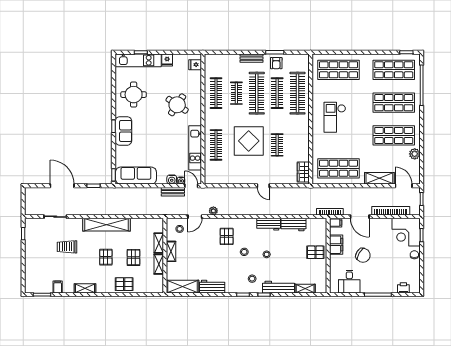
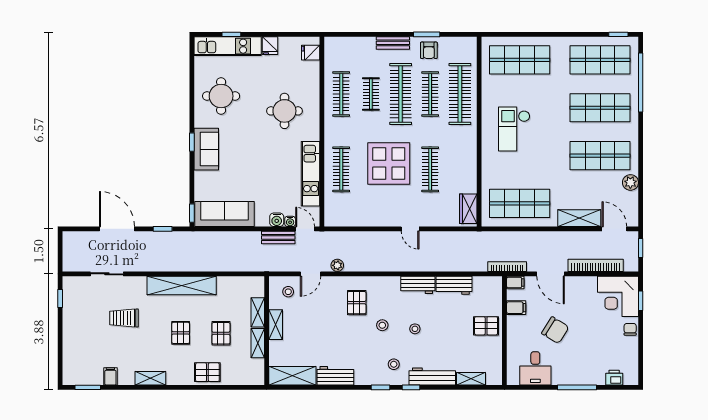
round table: (177, 105) -> (284, 111), turned -34
clothes rail: (277, 145) -> (430, 169), width x1.36
filing cabinet: (336, 245) -> (516, 308), width x0.50

